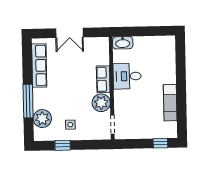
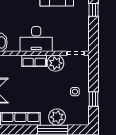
desk: (127, 76) -> (36, 39), width x1.37
plant: (42, 119) -> (57, 117), moved

